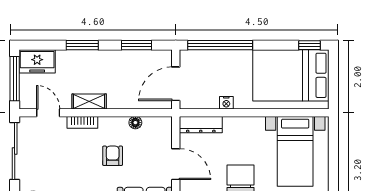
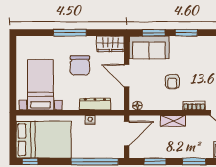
shelving: (89, 101) -> (173, 121), moved
floor lamp: (135, 123) -> (137, 106), moved
dresser: (201, 125) -> (95, 104), moved

